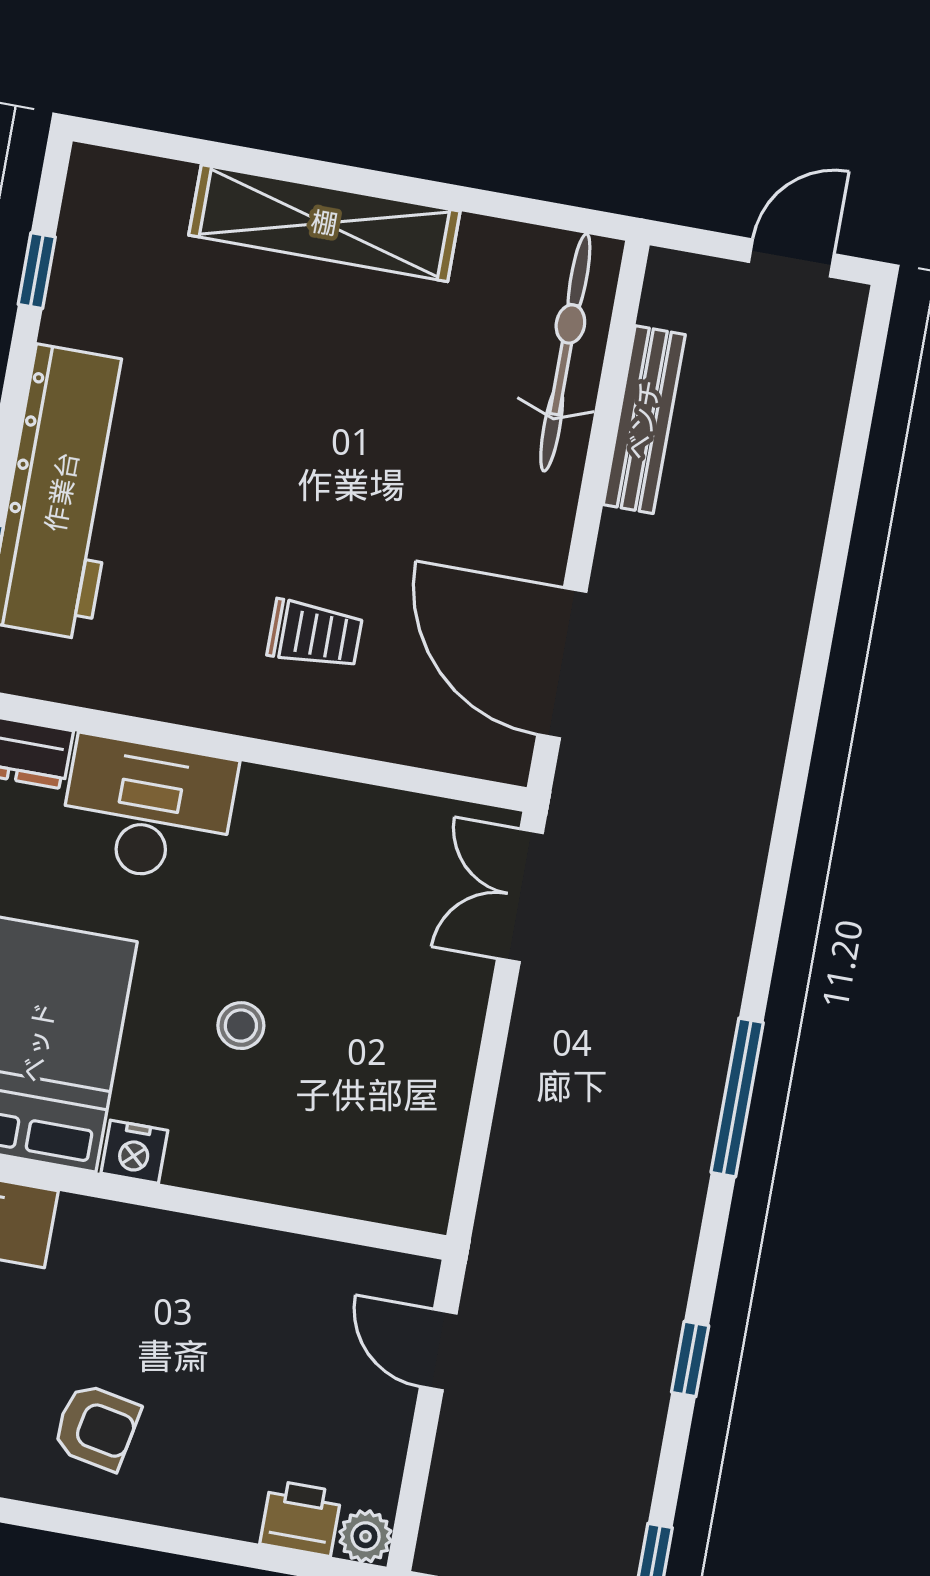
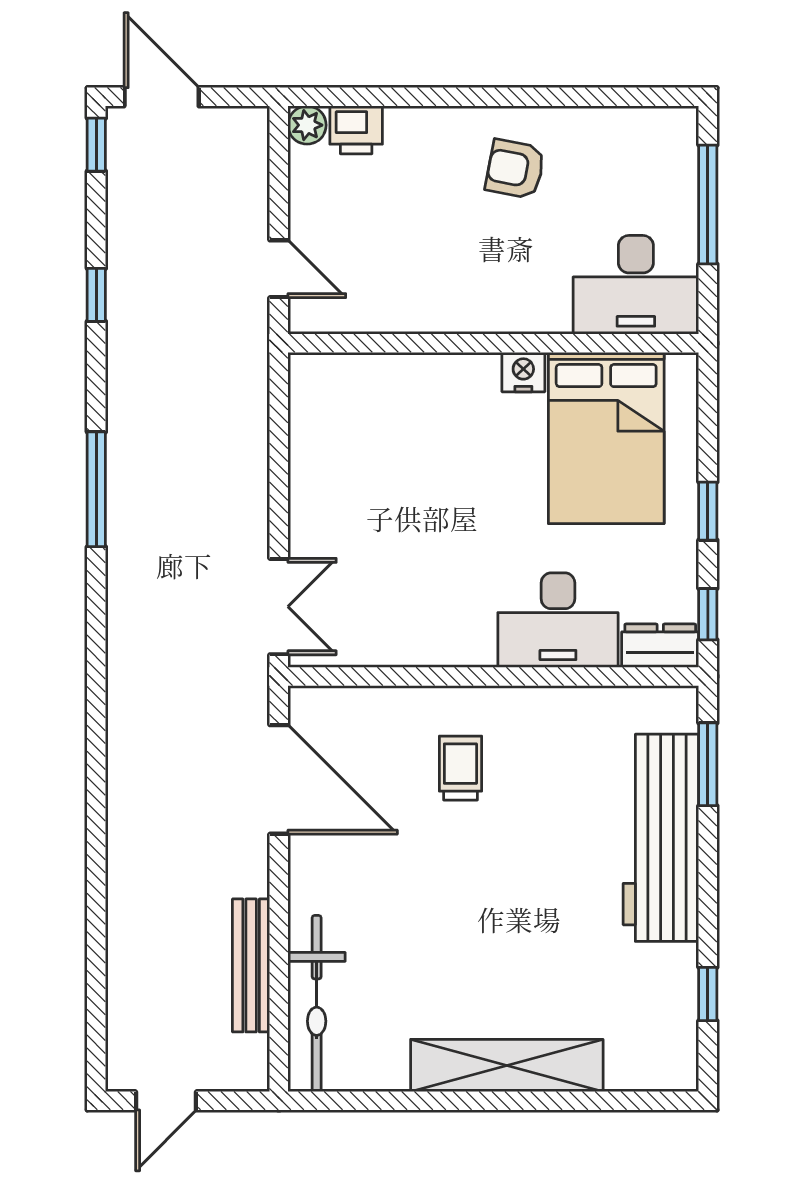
trolley: (315, 634) -> (460, 768), turned 90
stool: (241, 1026) -> (463, 477), removed

